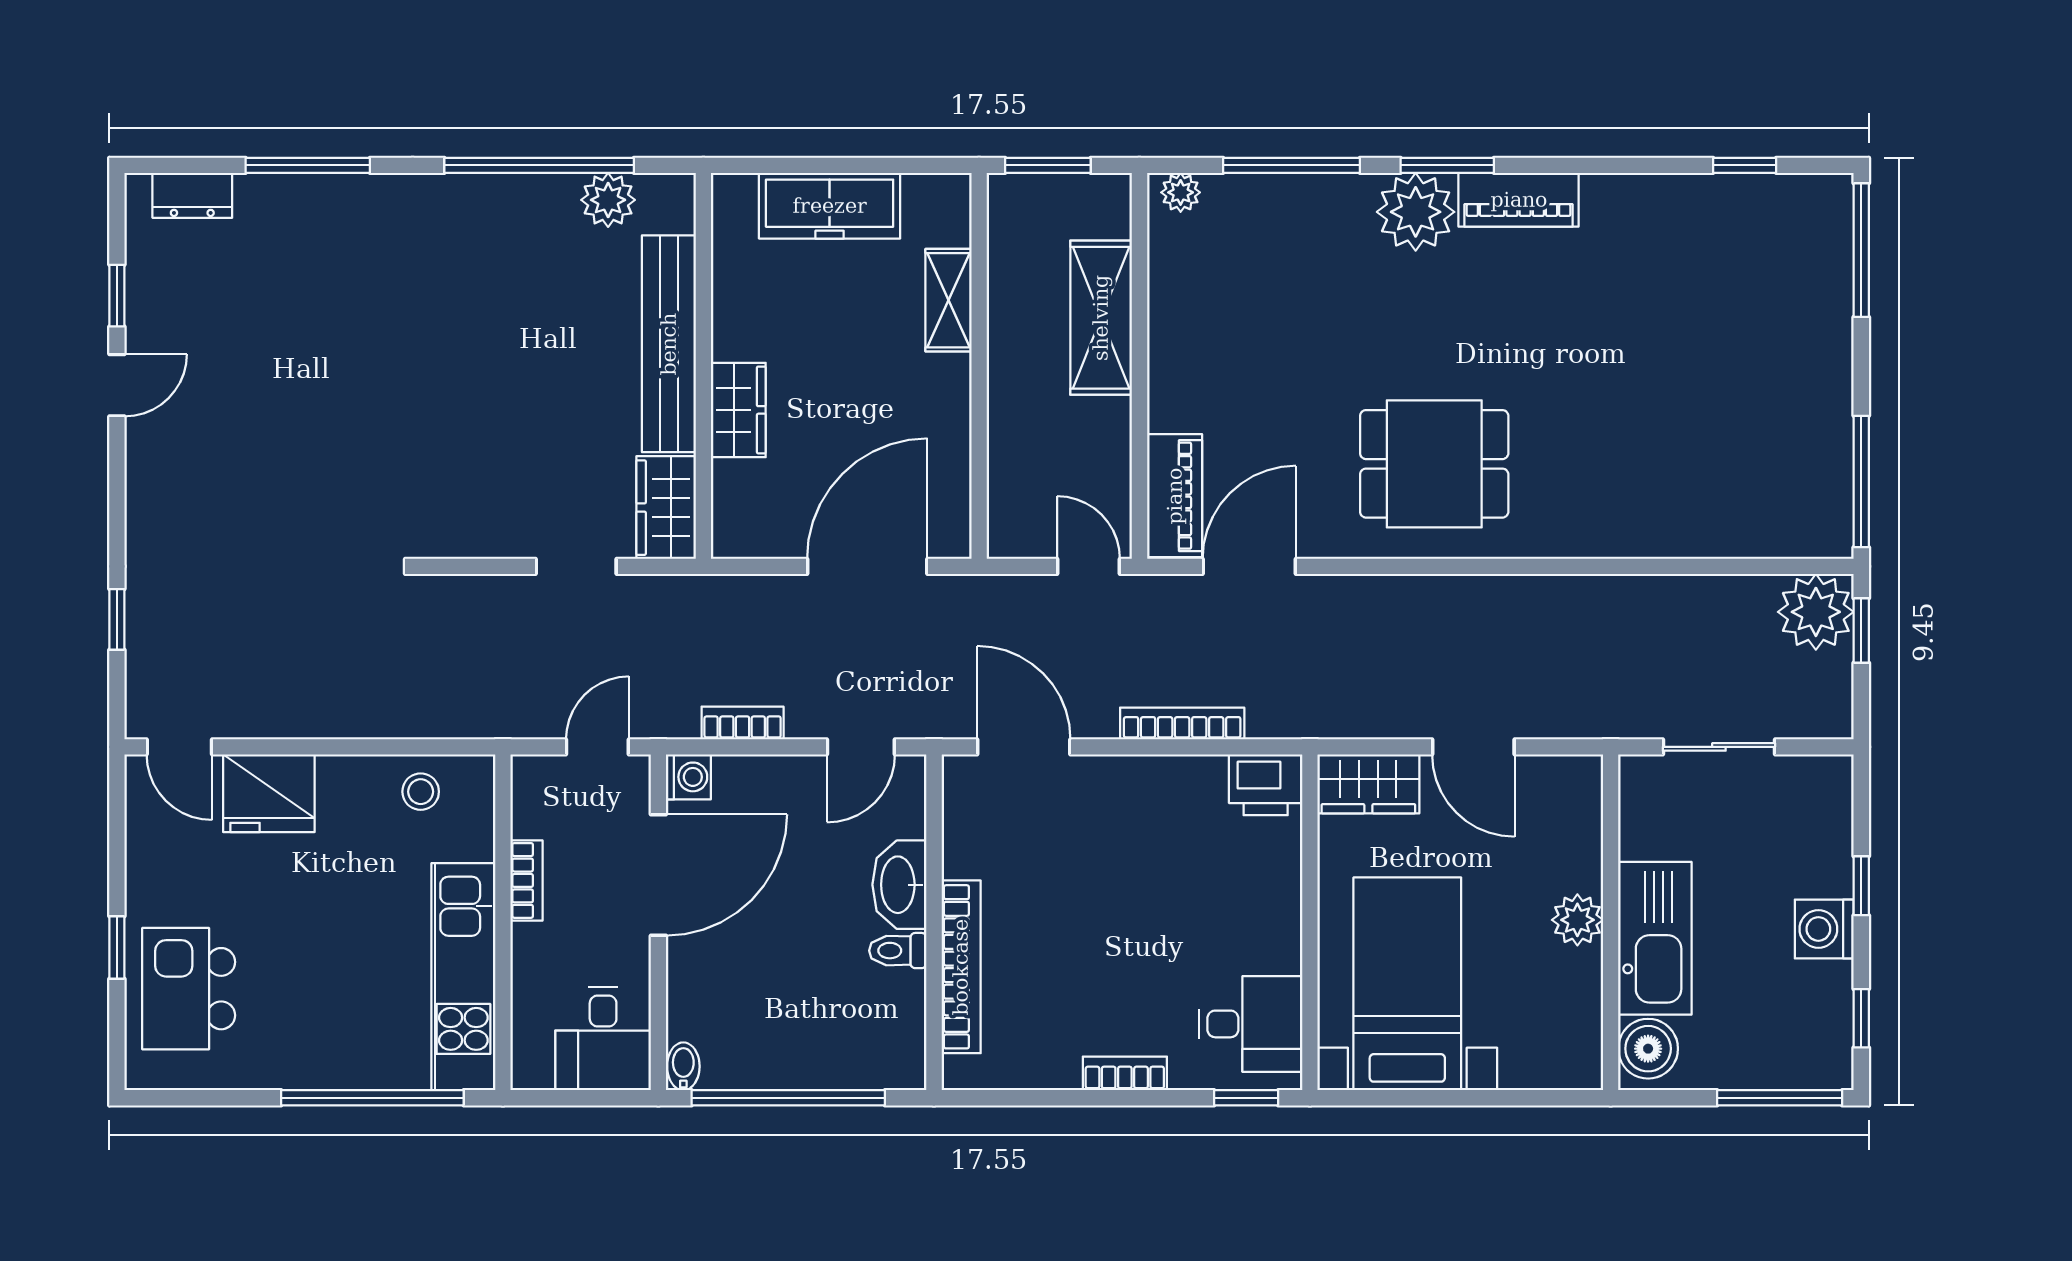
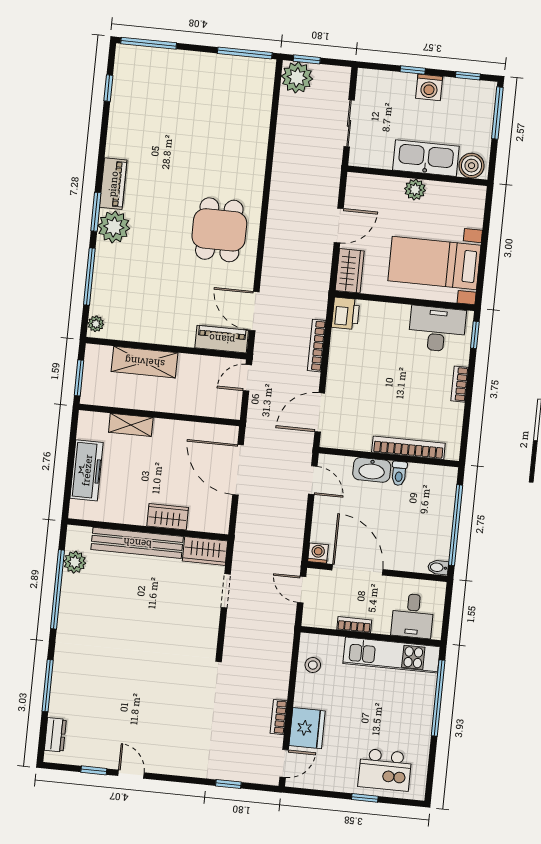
bookcase: (743, 723) -> (279, 717), moved
desk: (1251, 1024) -> (437, 329), width x1.37
desk: (603, 1039) -> (413, 616), moved, turned 90

